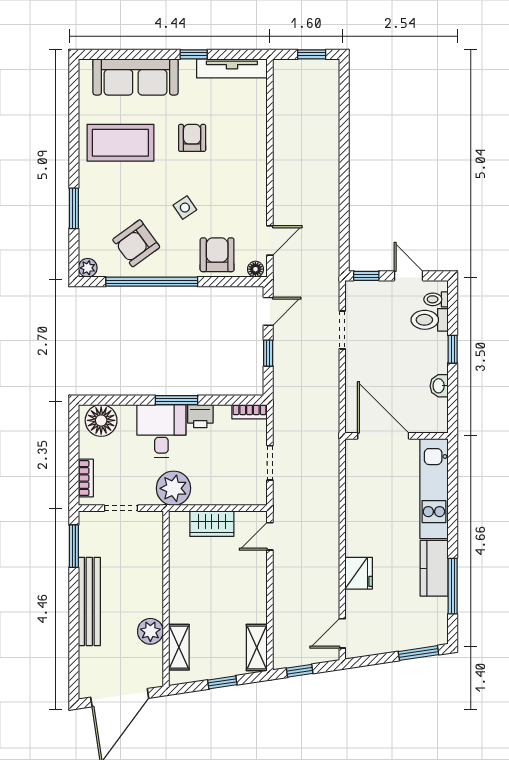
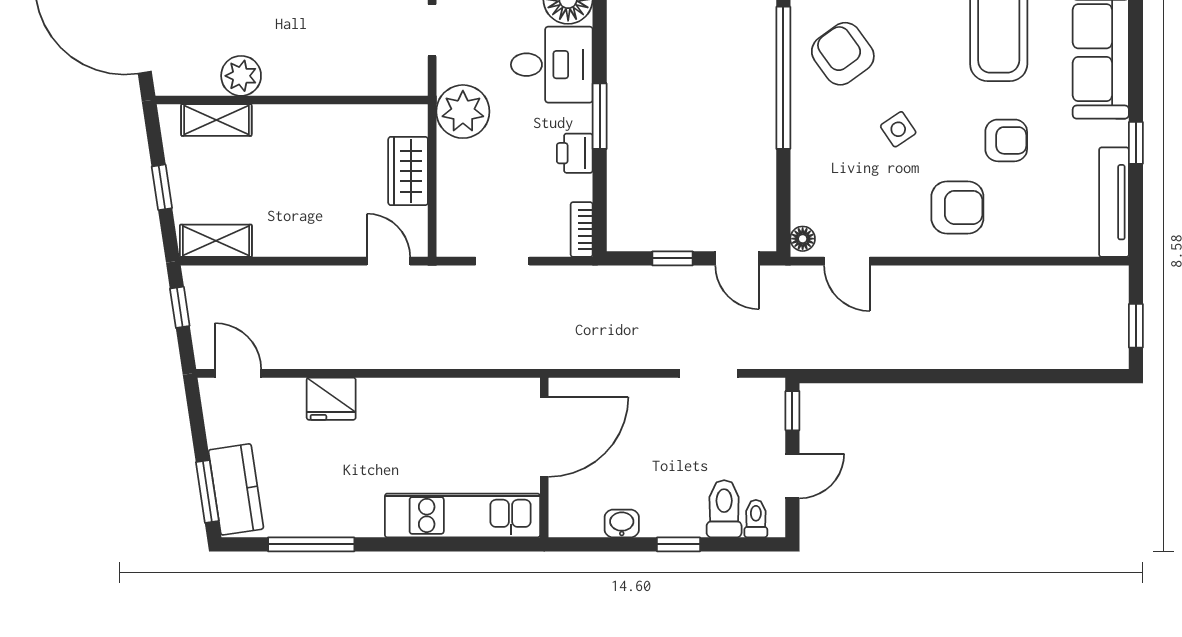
armchair: (217, 255) -> (957, 207), moved
desk: (161, 431) -> (552, 65), moved
kitchen counter: (434, 568) -> (236, 489), moved, turned 81

